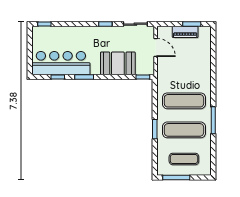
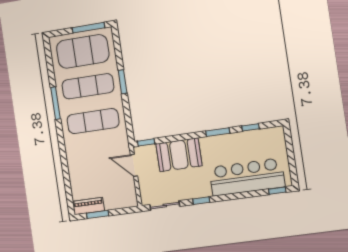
piano: (185, 32) -> (88, 206), moved
door: (156, 47) -> (134, 165), moved
bar counter: (61, 63) -> (247, 177), moved, turned 180
exercise mat: (184, 159) -> (83, 51), width x2.00, depth x1.45

